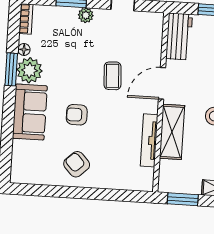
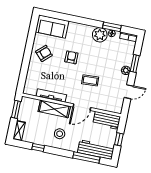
window: (11, 69) -> (112, 27), moved
door: (162, 83) -> (82, 107), swing flipped
sofa: (30, 112) -> (52, 26), moved

